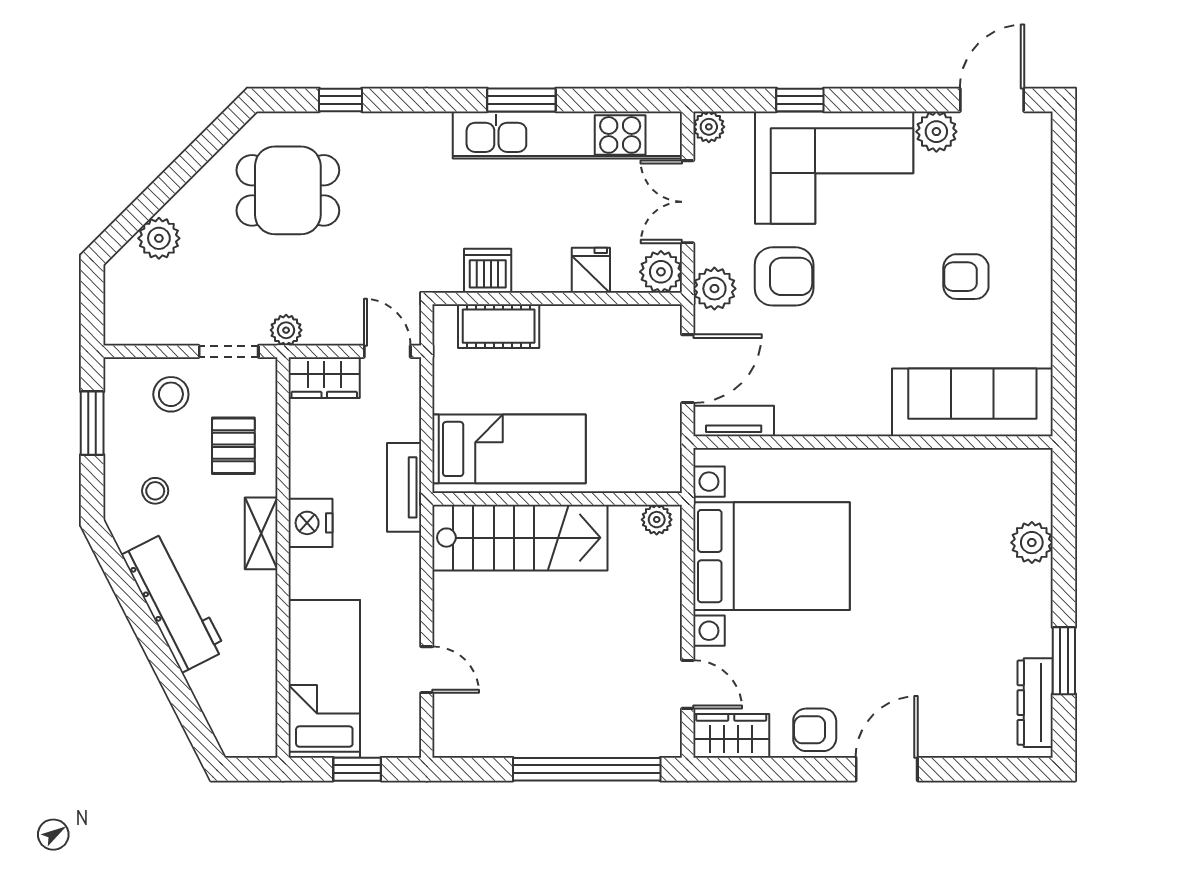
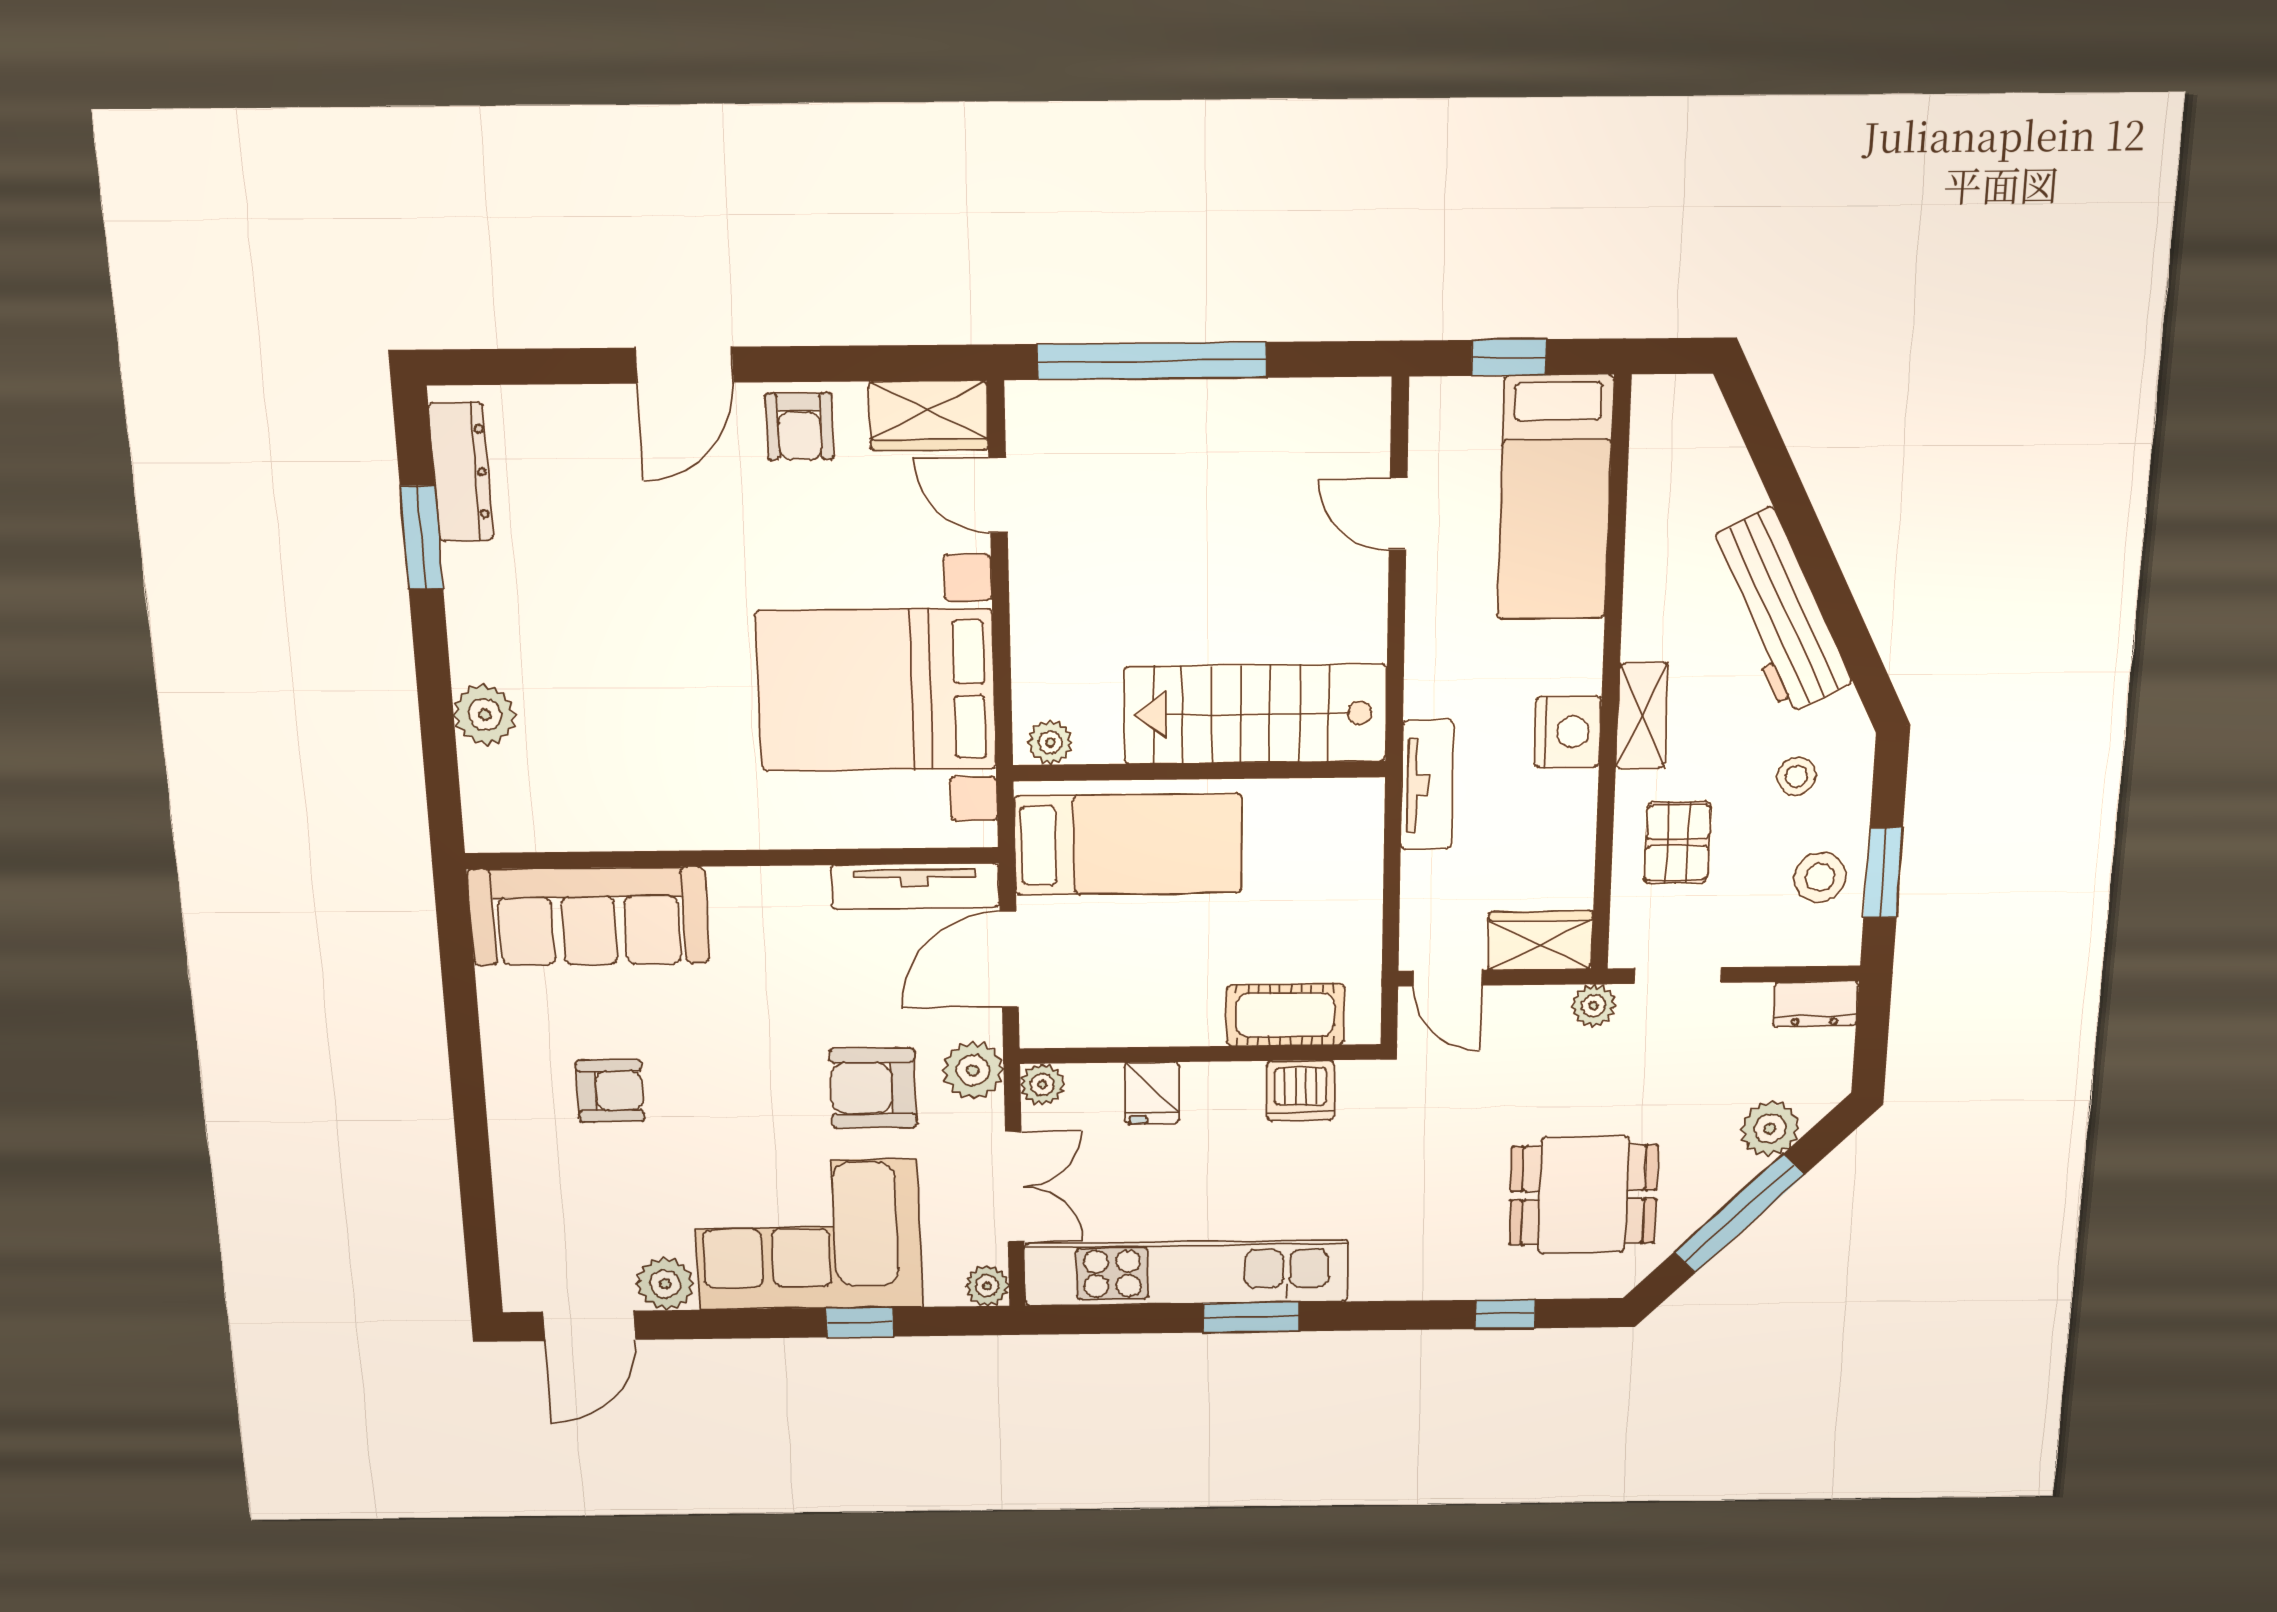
window: (177, 175) -> (1739, 1214), added
plant: (661, 272) -> (1042, 1085), width x0.73, depth x0.73
dresser: (132, 329) -> (1816, 1004), added
stool: (171, 394) -> (1820, 877), moved
tv unit: (734, 421) -> (915, 886), width x1.41
bed: (509, 449) -> (1128, 844), moved, turned 180
armchair: (815, 730) -> (799, 426), turned 90

